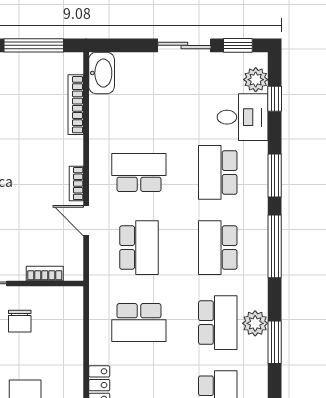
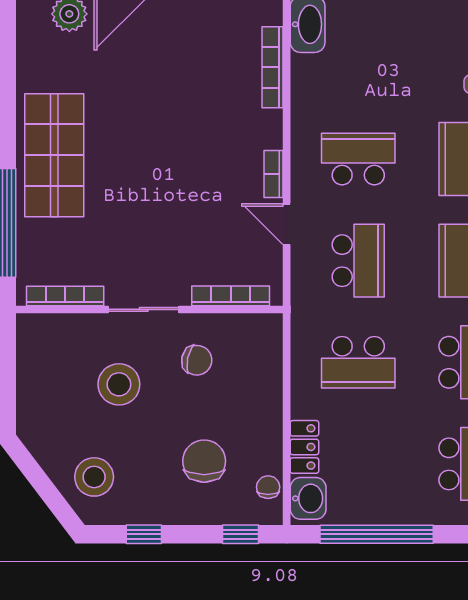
bookcase: (45, 274) -> (231, 296), width x1.56
chair: (20, 321) -> (197, 360), turned -78

